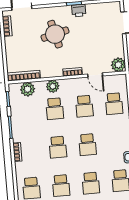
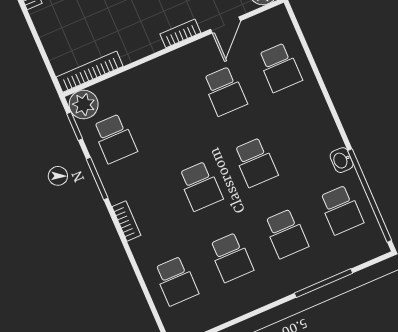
door: (95, 75) -> (225, 25), hinge flipped
plant: (53, 86) -> (152, 73), removed
plant: (28, 89) -> (84, 104), moved
school desk: (55, 109) -> (115, 139), moved

